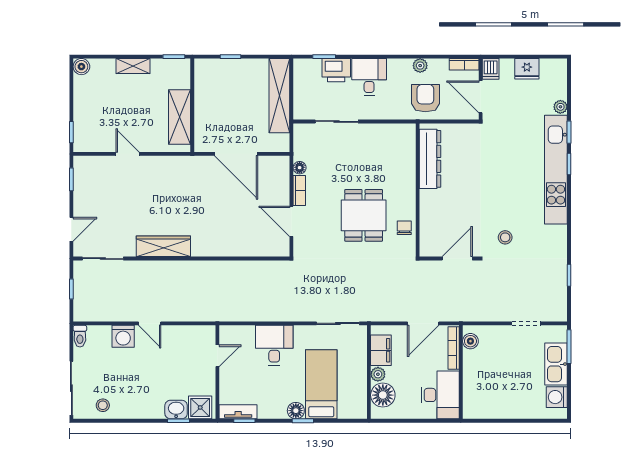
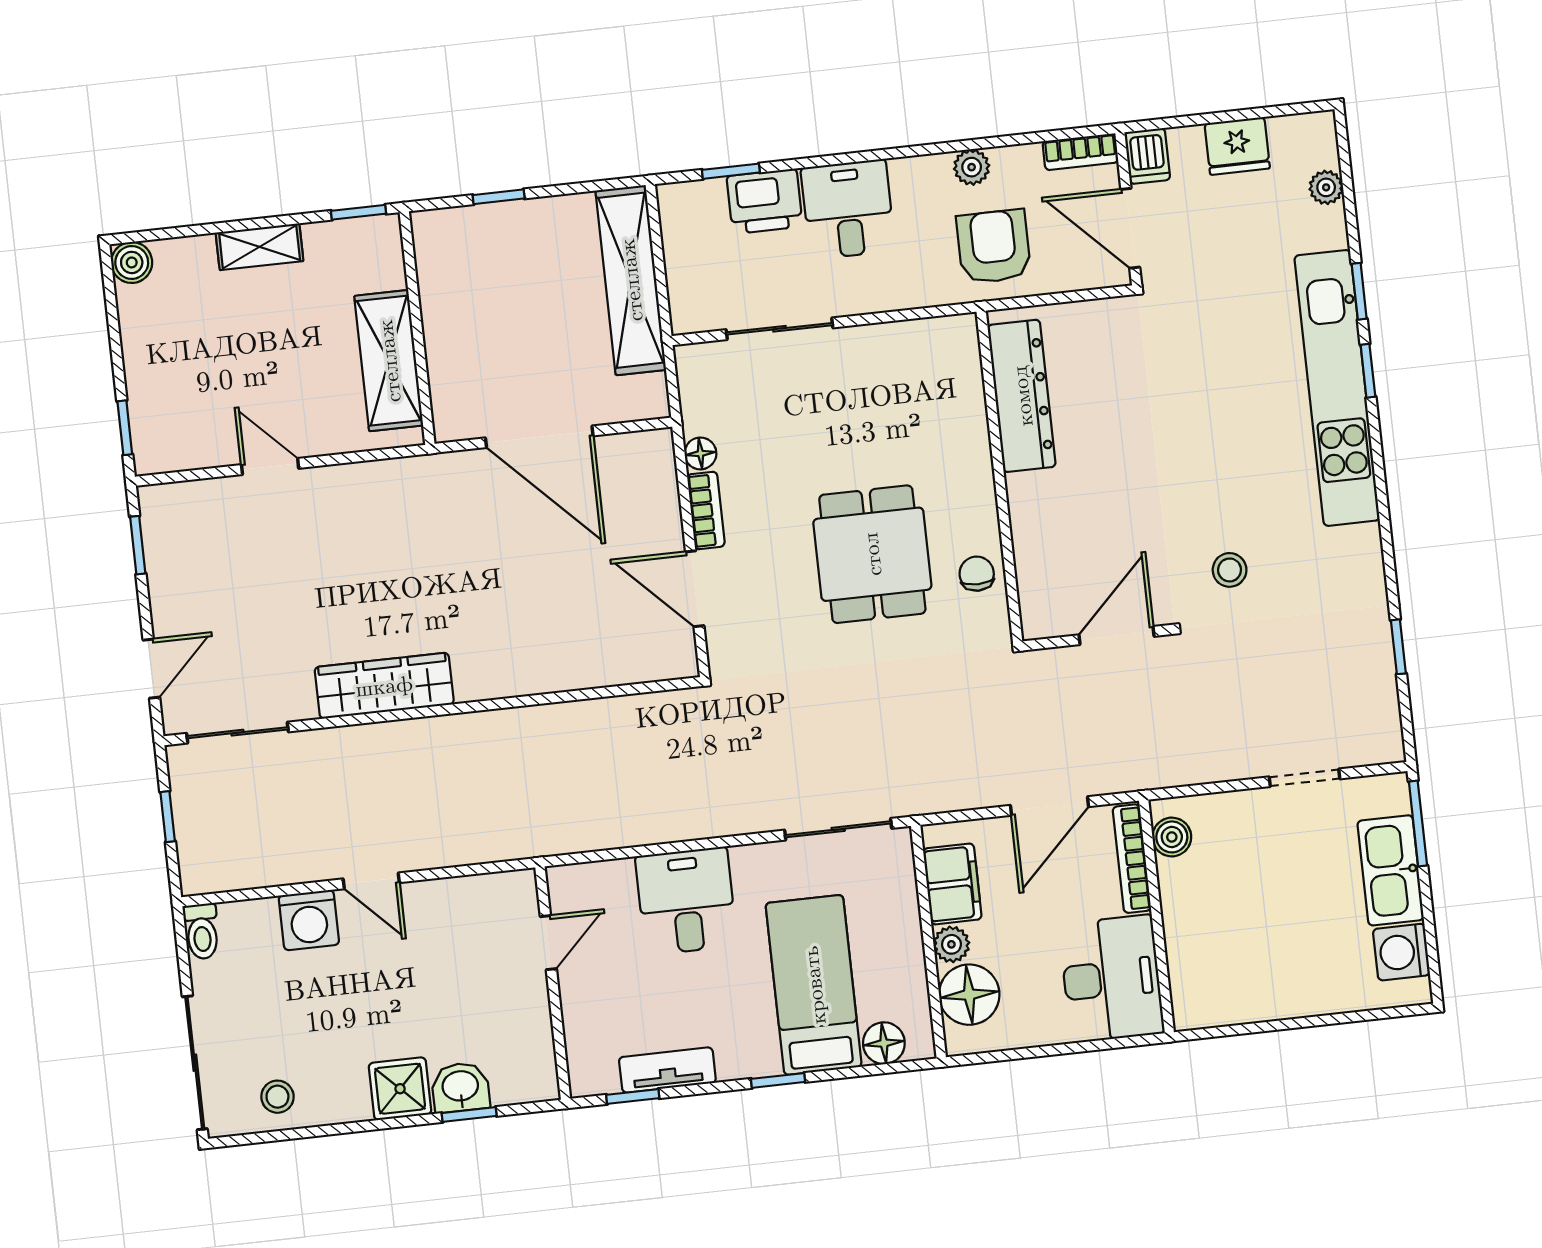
plant: (560, 107) -> (1326, 187), moved
shower: (200, 407) -> (400, 1089), moved
floor lamp: (296, 411) -> (884, 1043), moved
tv unit: (238, 412) -> (667, 1070), moved

